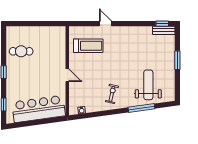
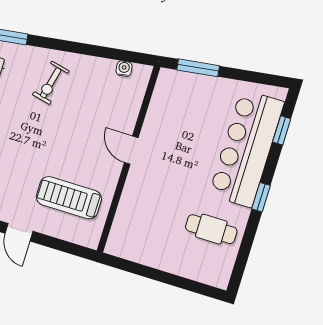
bar counter: (39, 109) -> (247, 148), moved, turned 98
window: (49, 121) -> (198, 68), added

